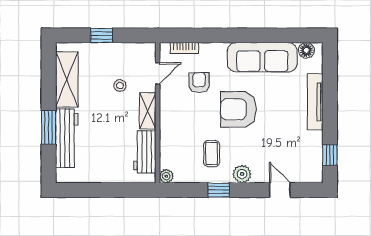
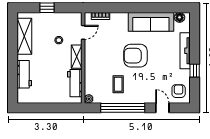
armchair: (199, 83) -> (179, 91), moved
window: (49, 128) -> (13, 67), removed
workbench: (67, 138) -> (24, 74), width x0.73
window: (330, 155) -> (195, 71), moved
plant: (242, 174) -> (138, 97), removed
window: (219, 190) -> (123, 108), width x3.17

